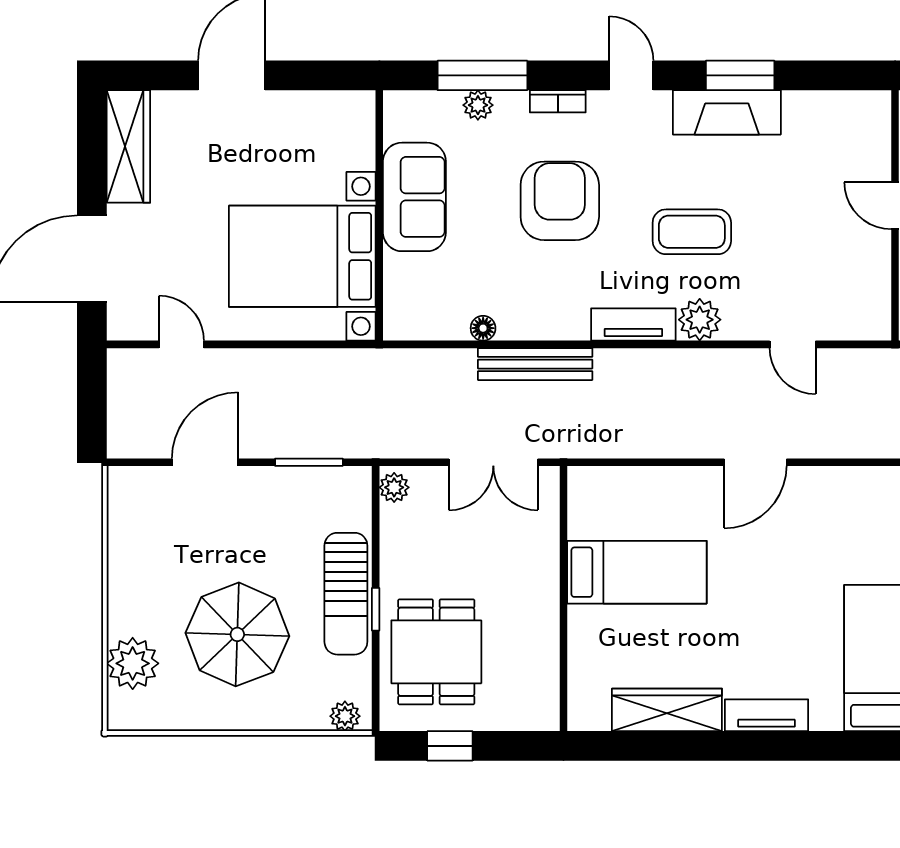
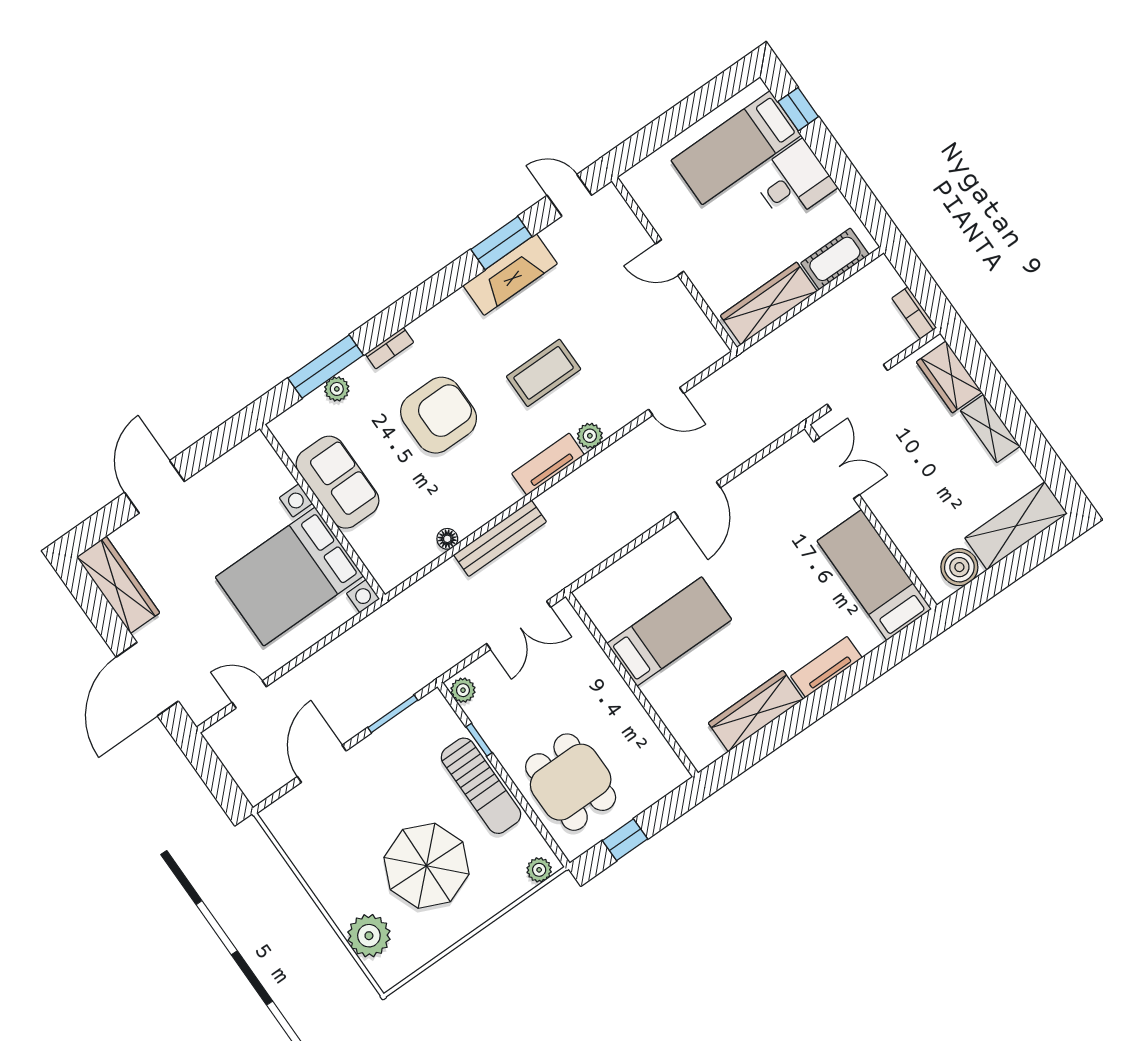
door: (631, 75) -> (569, 195), moved
armchair: (560, 201) -> (439, 415), turned 90
plant: (700, 320) -> (590, 436), width x0.73, depth x0.73
window: (376, 609) -> (479, 740), moved

